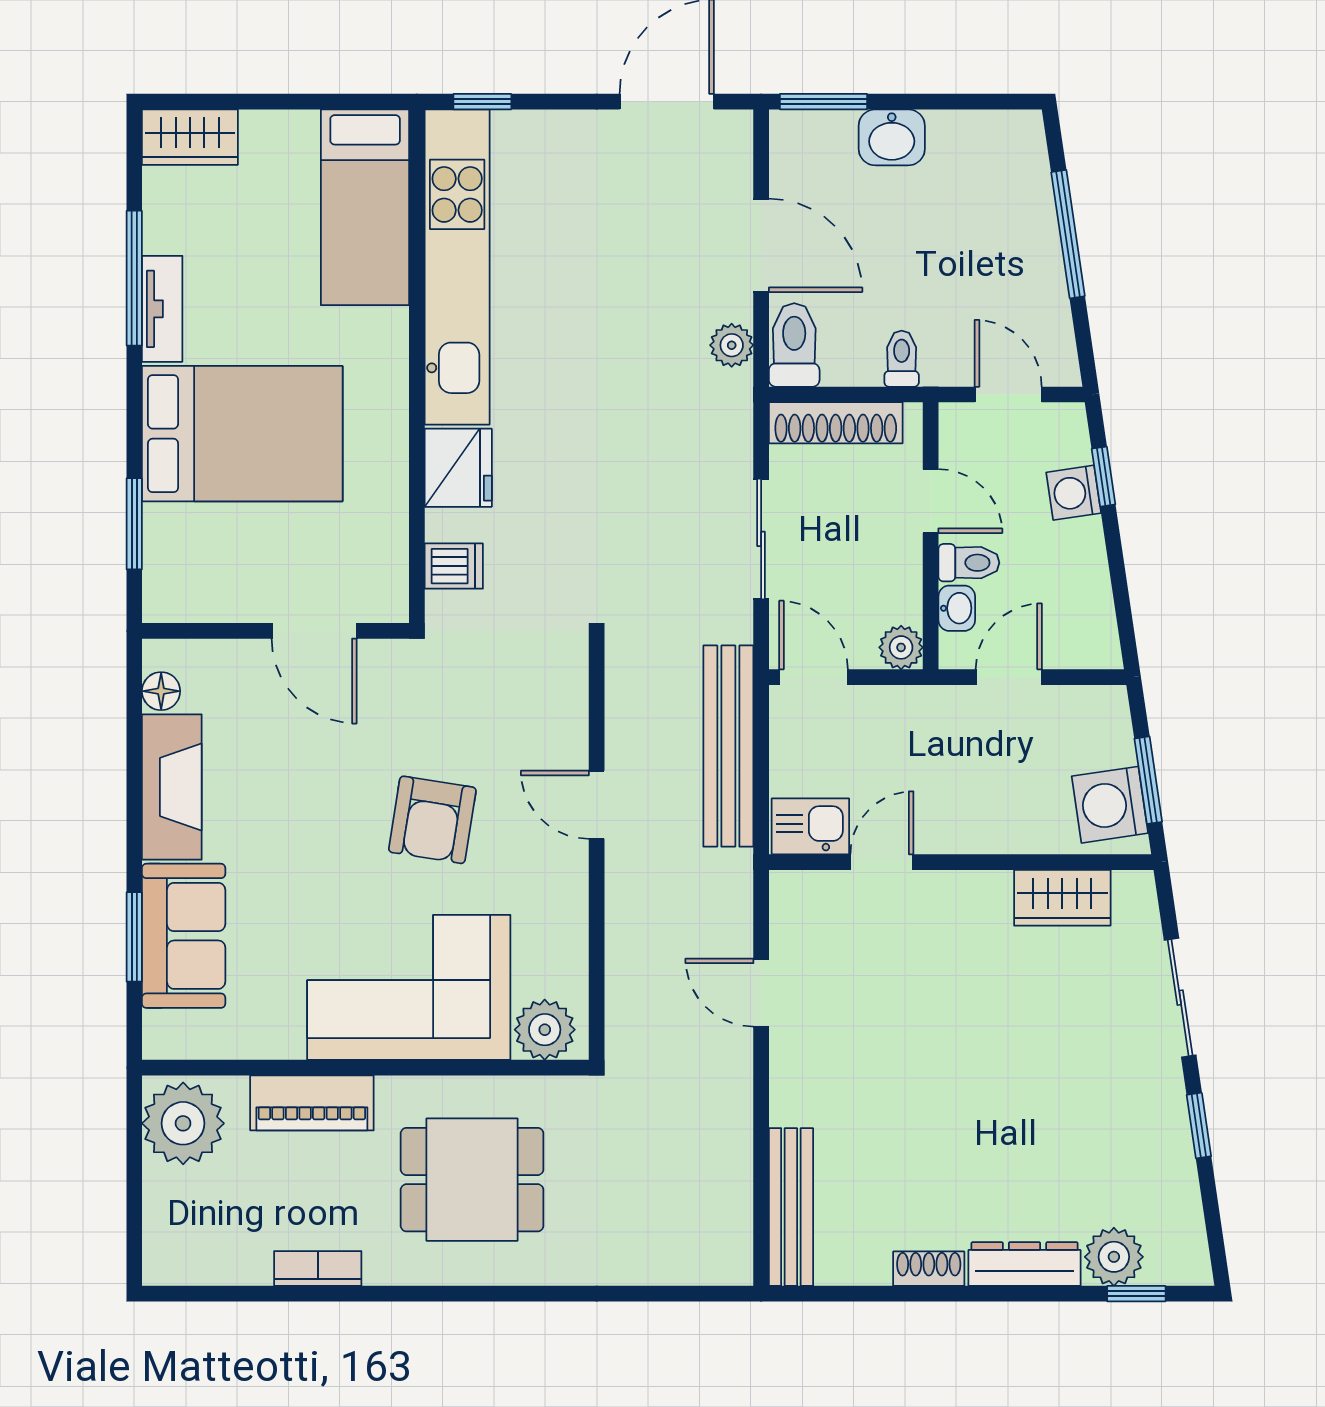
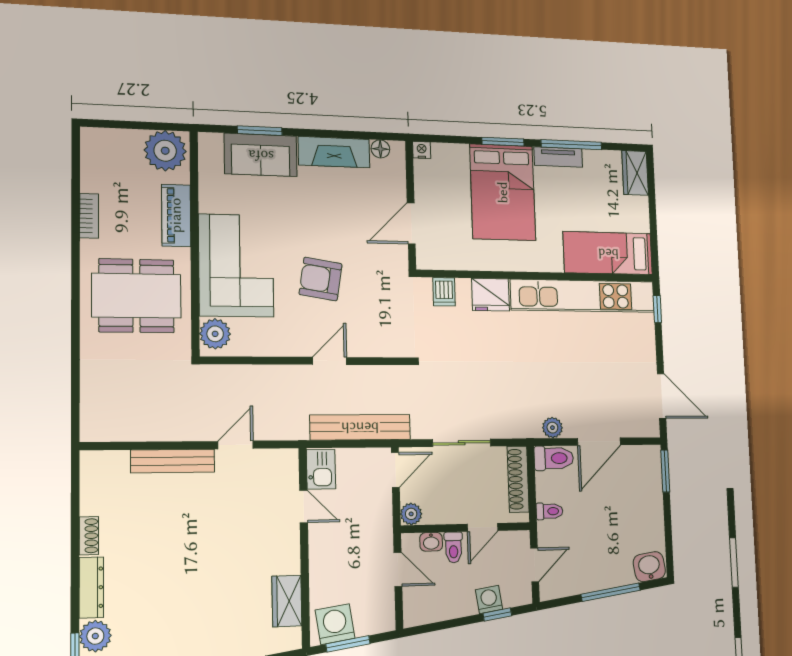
washbasin: (892, 137) -> (649, 567), moved, turned 82
window: (134, 524) -> (503, 142), moved
nightstand: (159, 605) -> (422, 150), added
dining table: (472, 1180) -> (136, 296), width x1.38
bench: (791, 1207) -> (173, 461), moved

